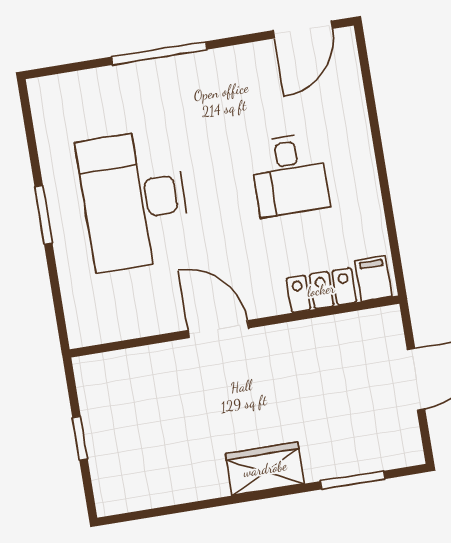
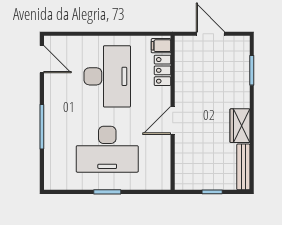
desk: (289, 175) -> (107, 76), width x1.87, depth x1.30
wardrobe: (265, 469) -> (240, 126), moved
bench: (144, 496) -> (243, 167), added

